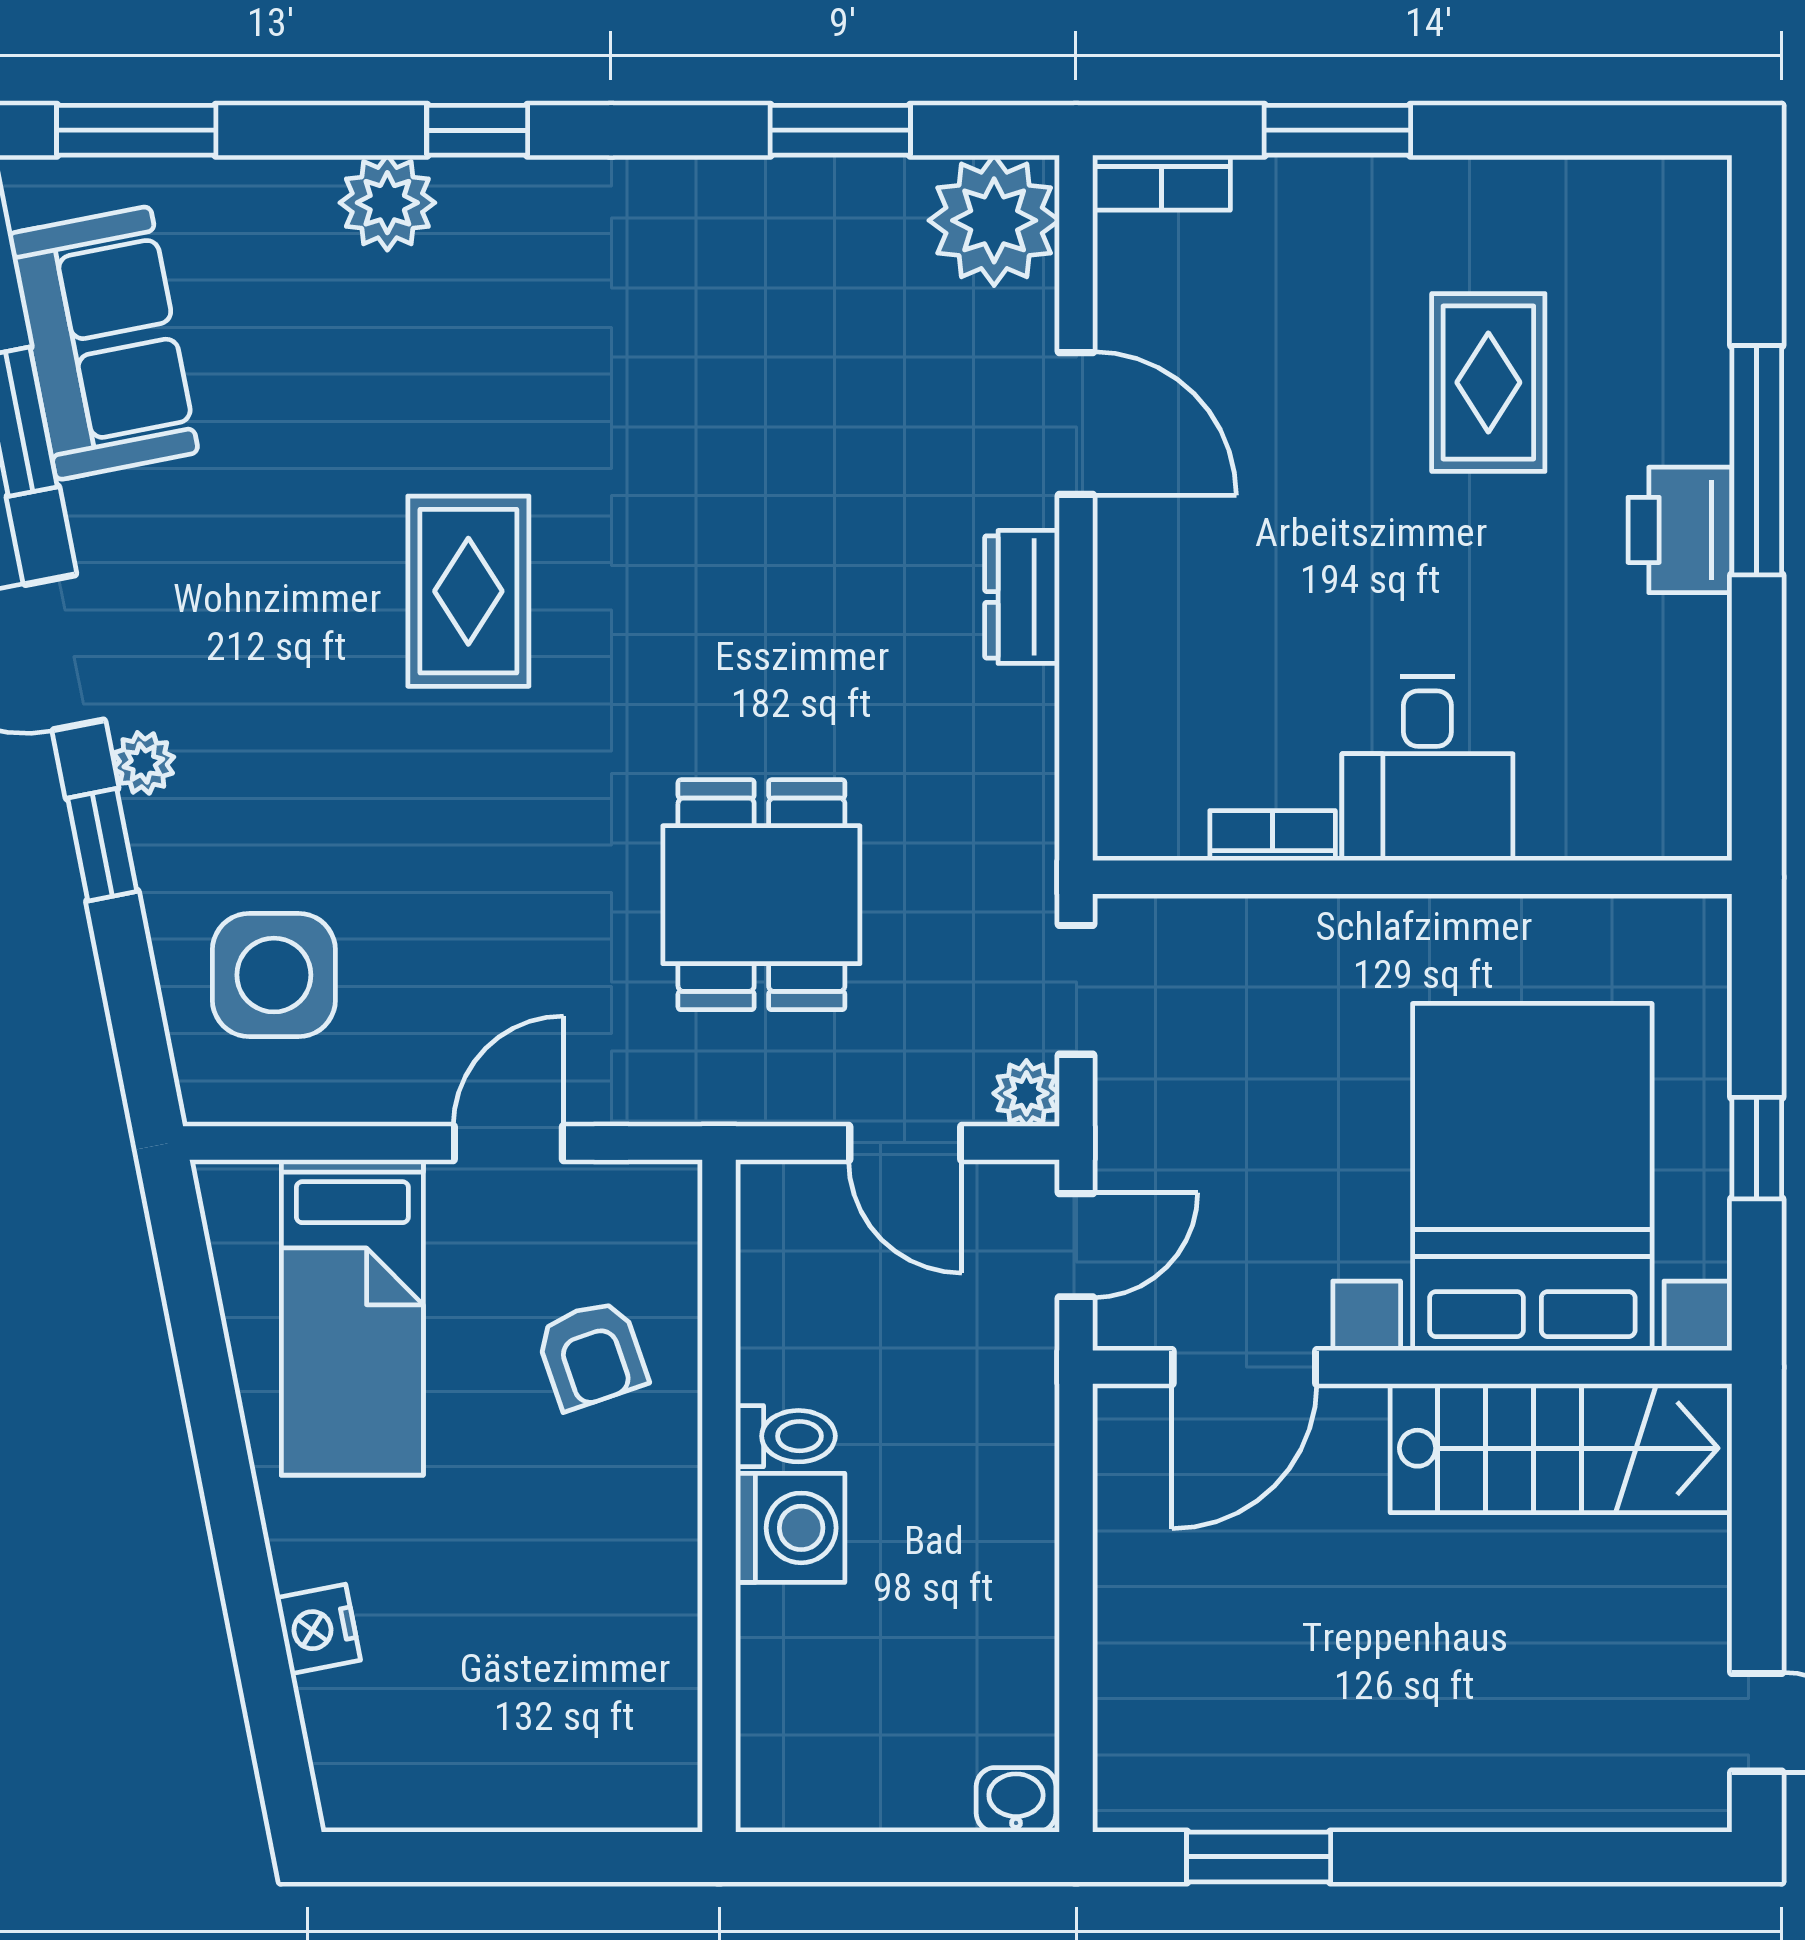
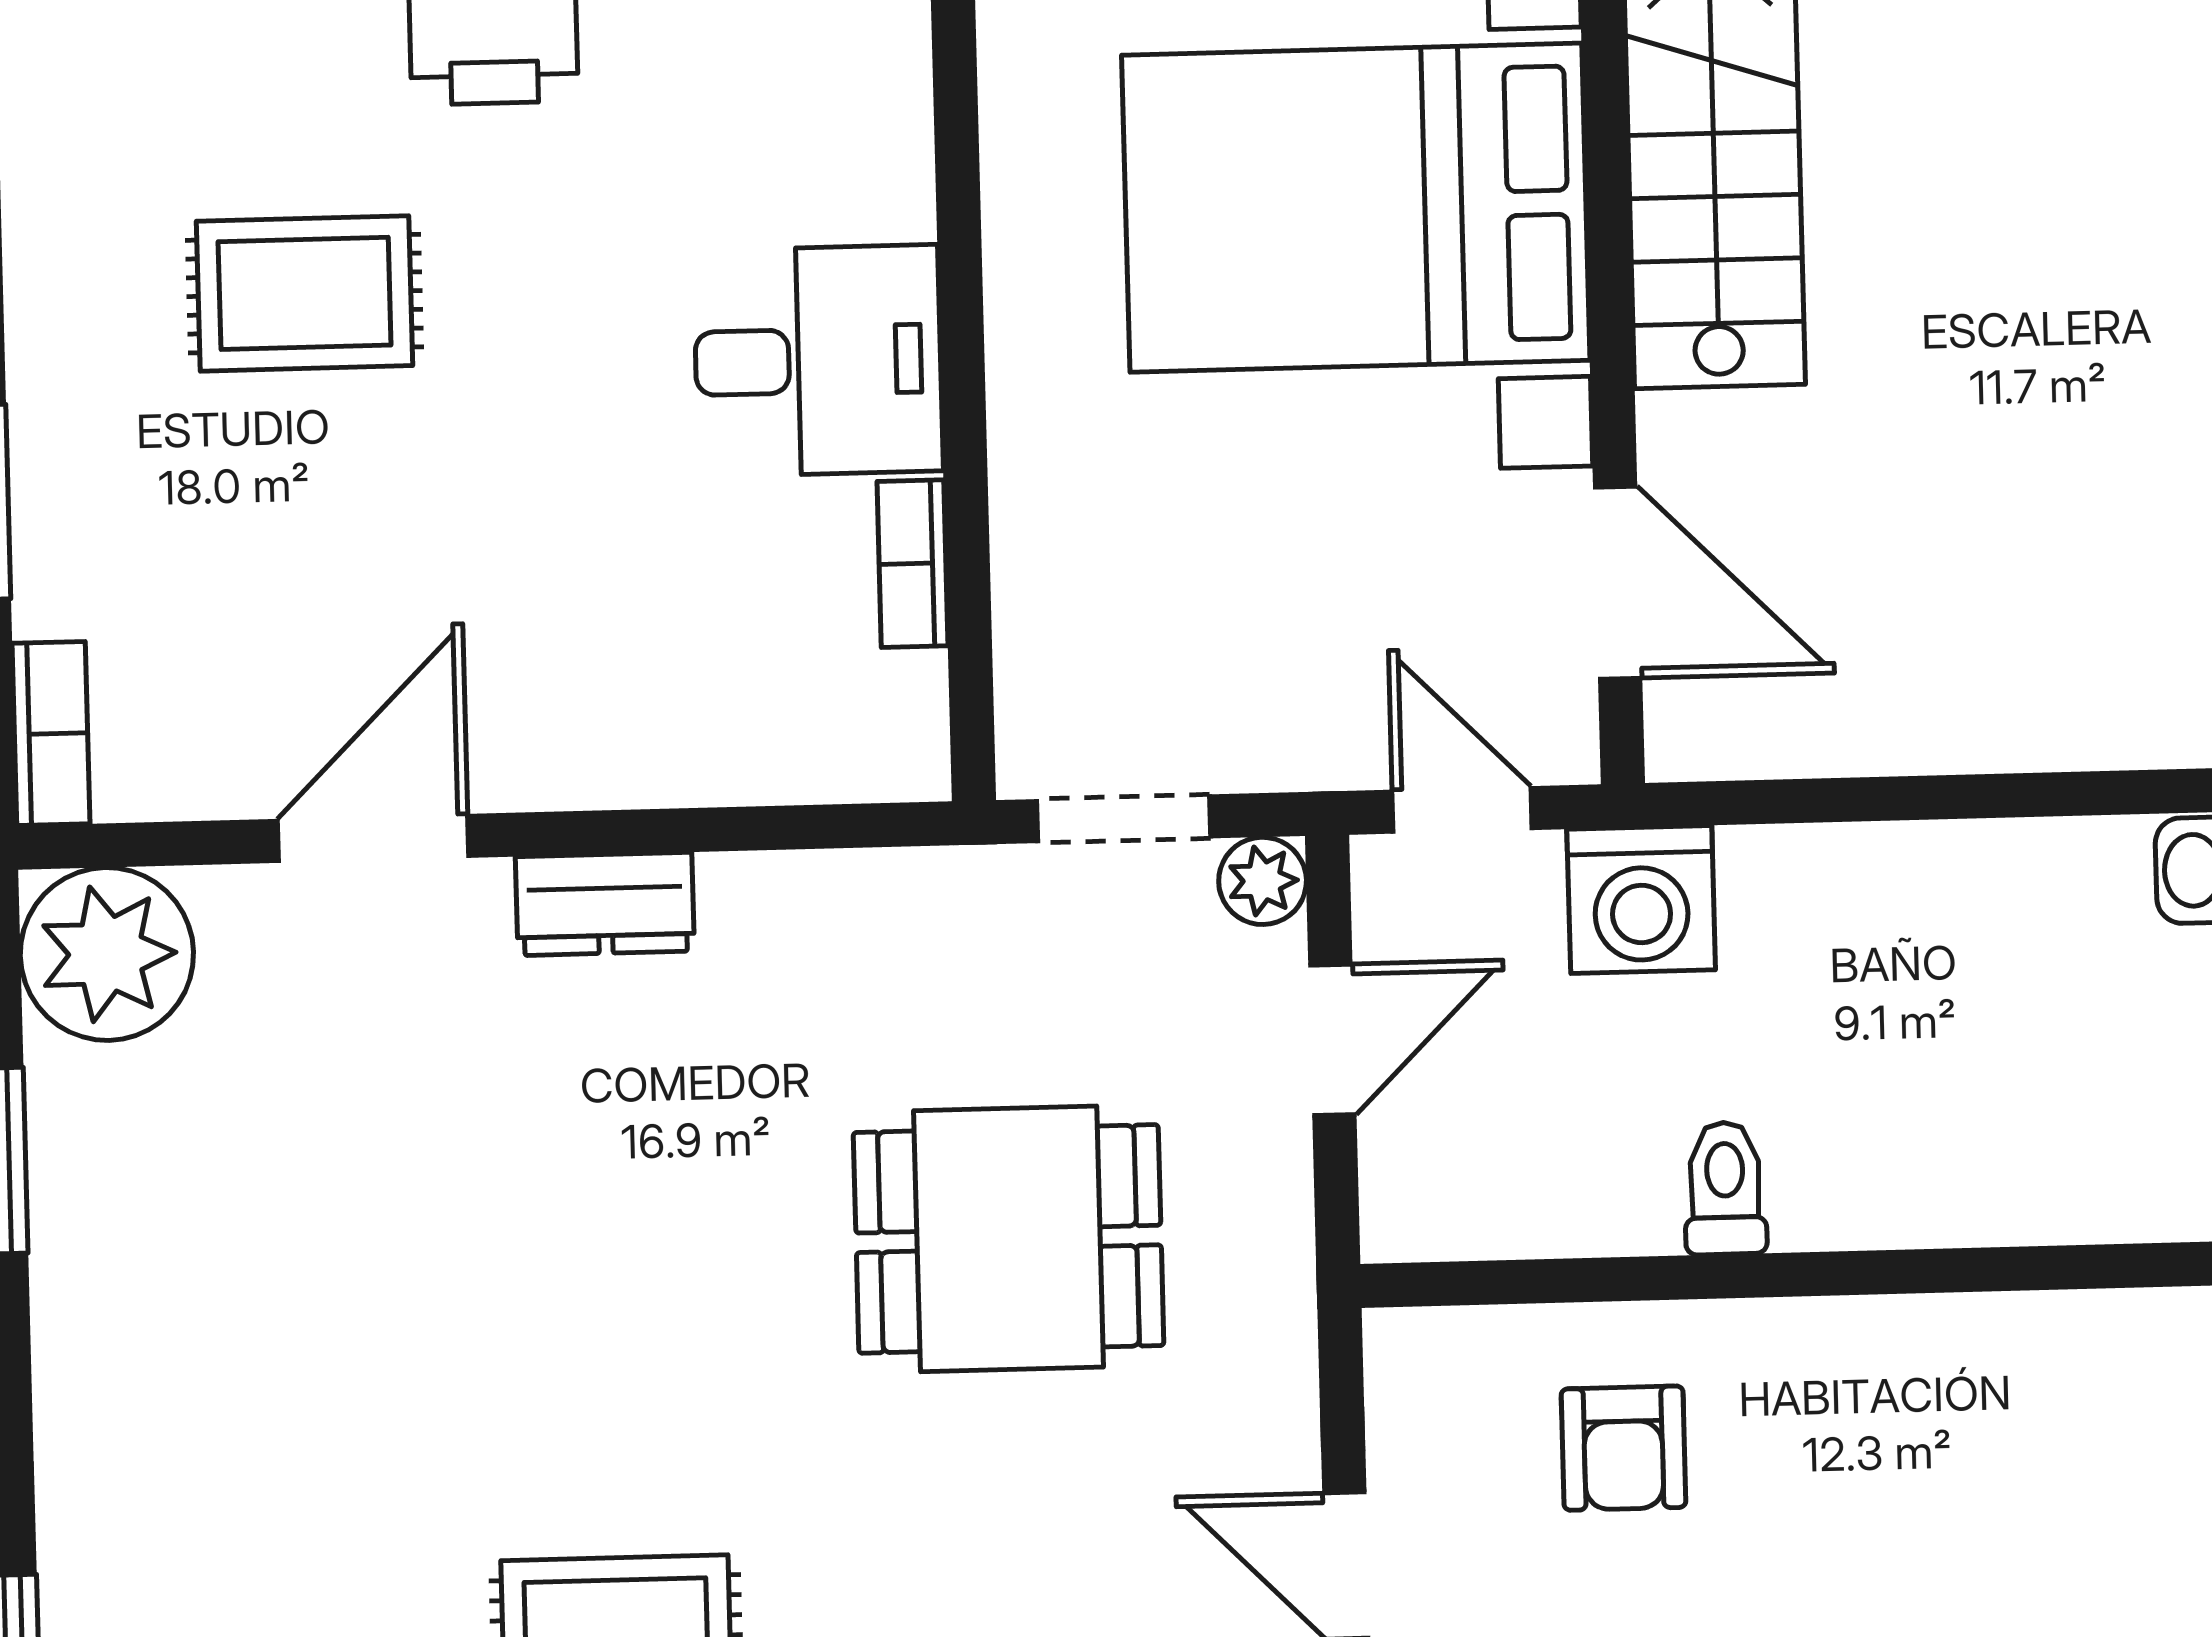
armchair: (592, 1354) -> (1623, 1448), turned 109
washing machine: (790, 1528) -> (1641, 900), moved, turned 180

